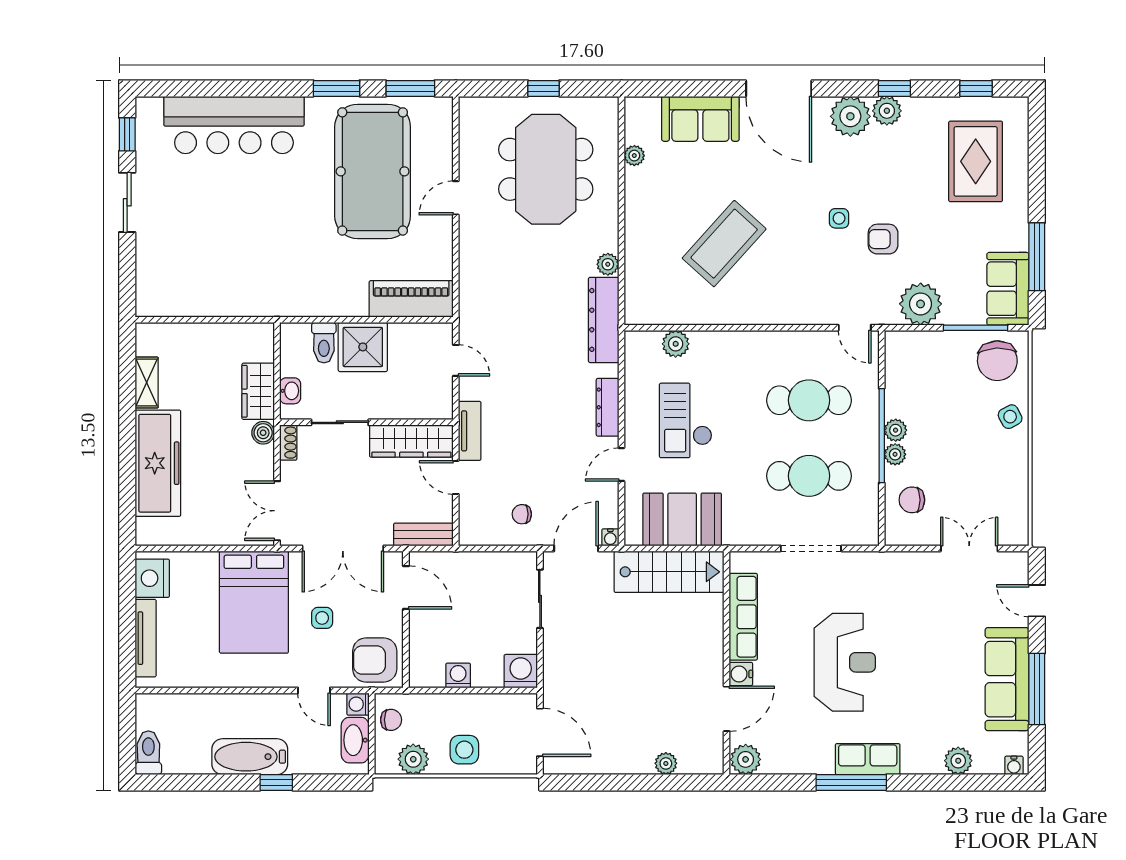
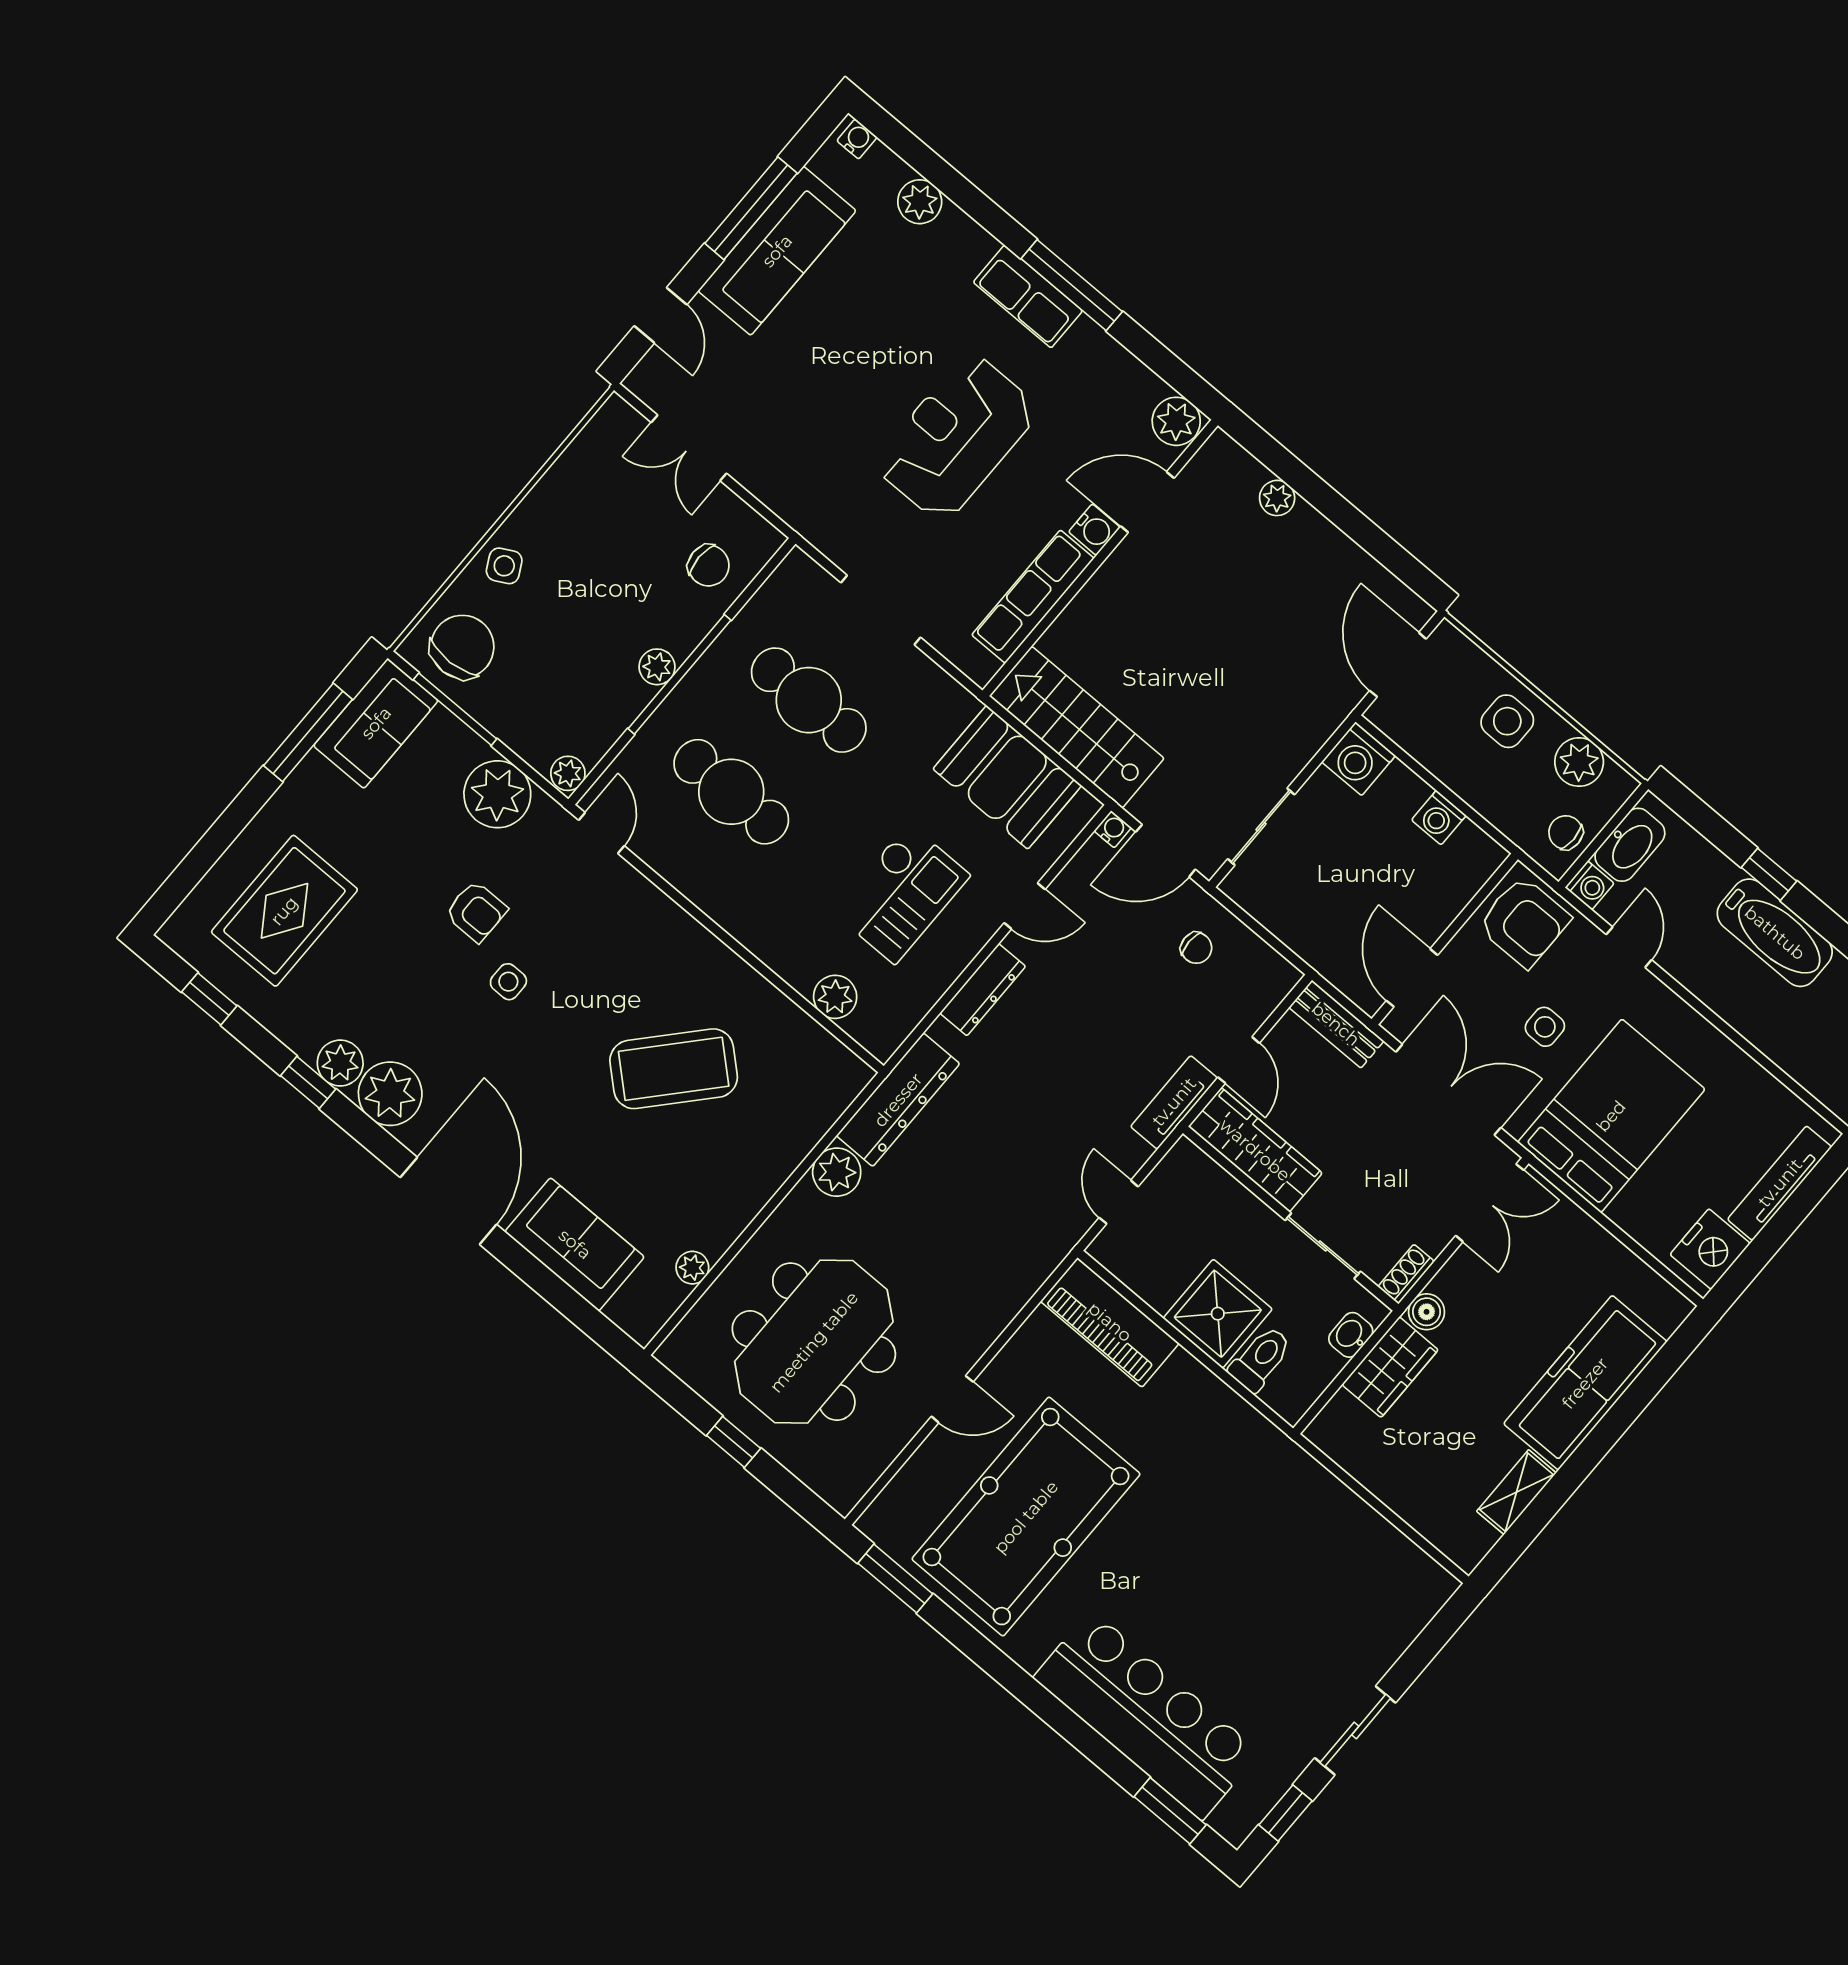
window: (337, 88) -> (1170, 1811), moved
plant: (608, 264) -> (837, 1172), width x1.38, depth x1.38
plant: (895, 454) -> (568, 773), moved

